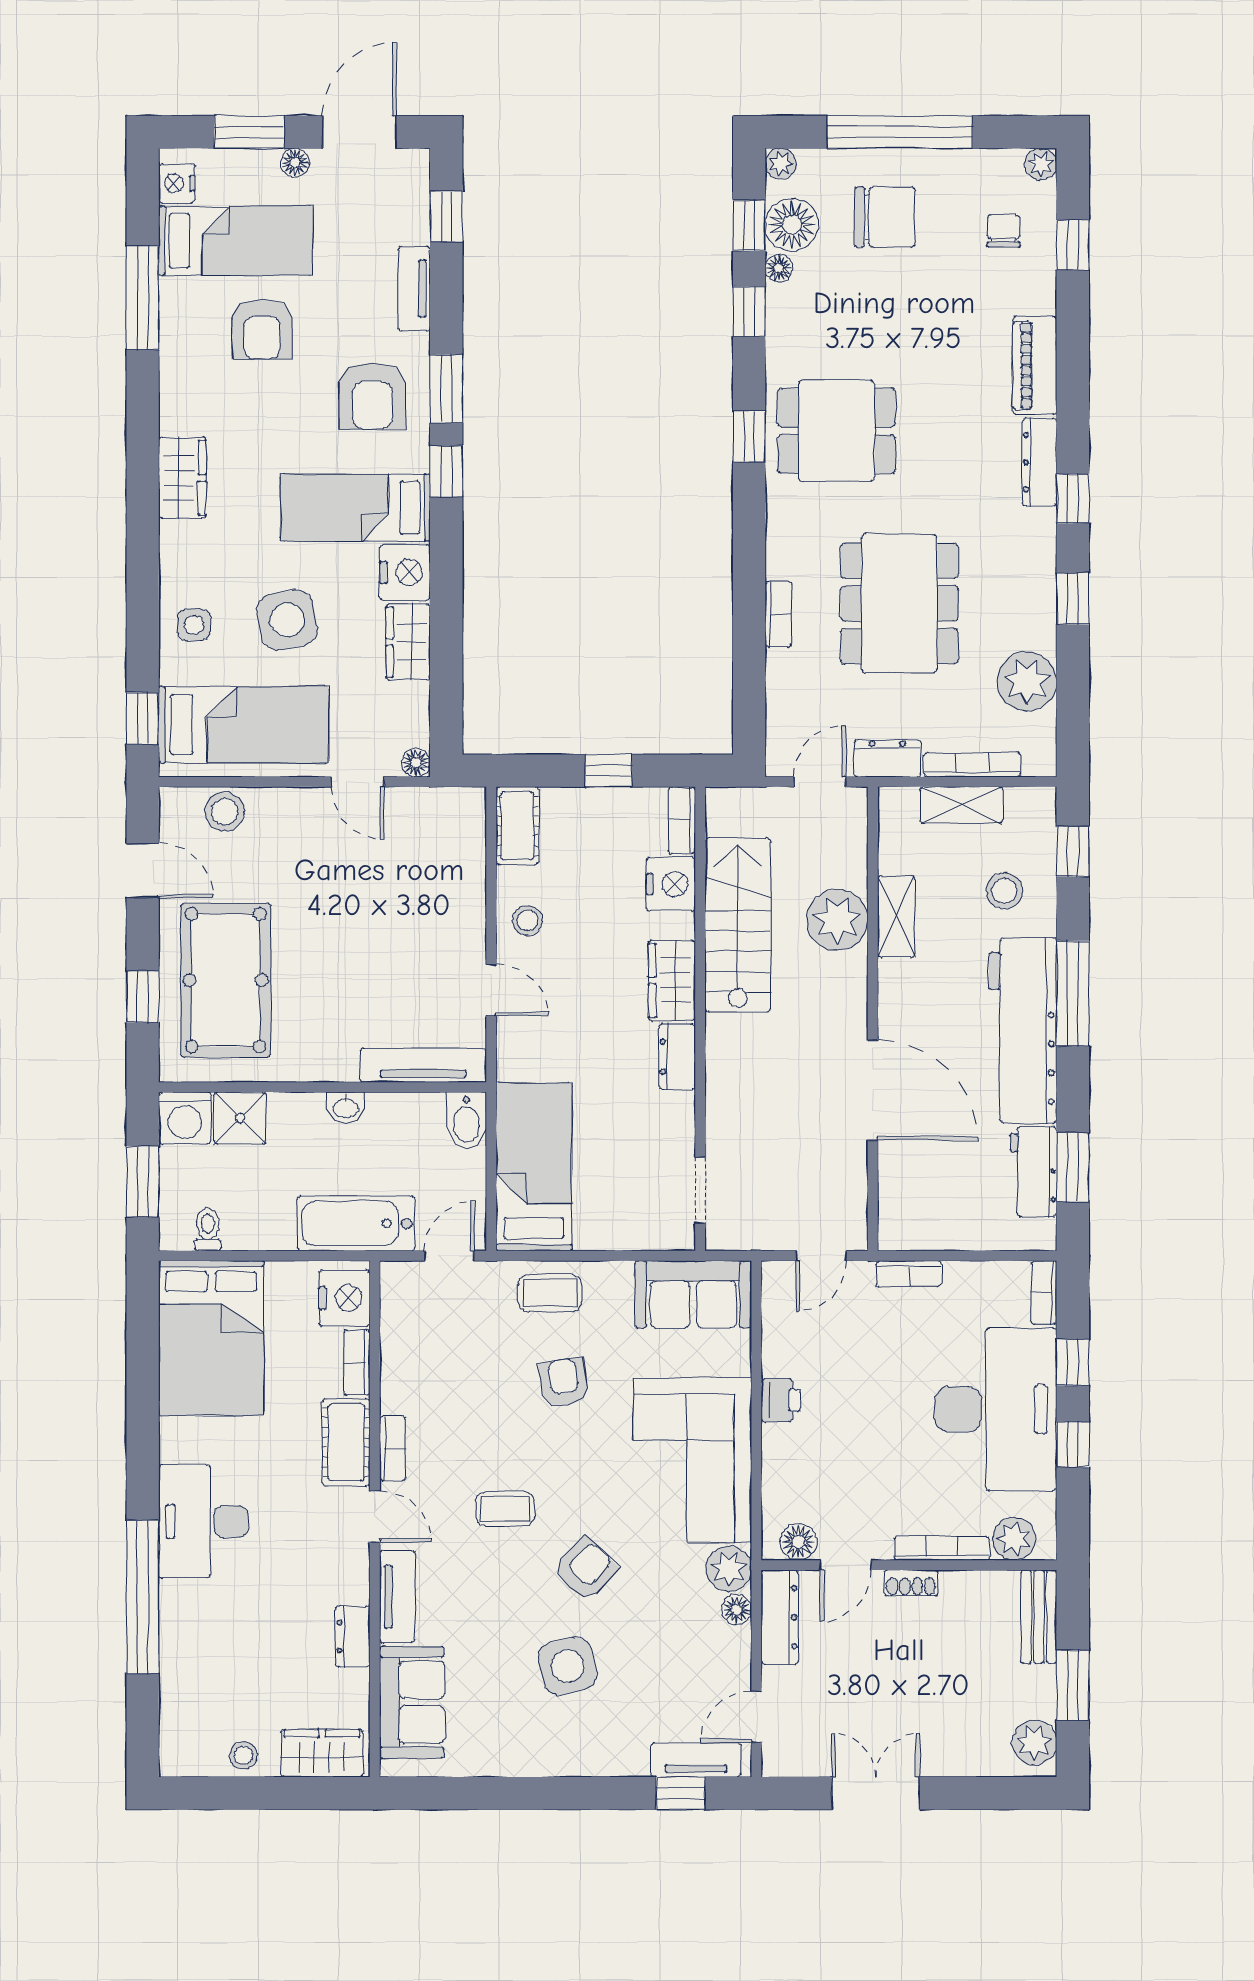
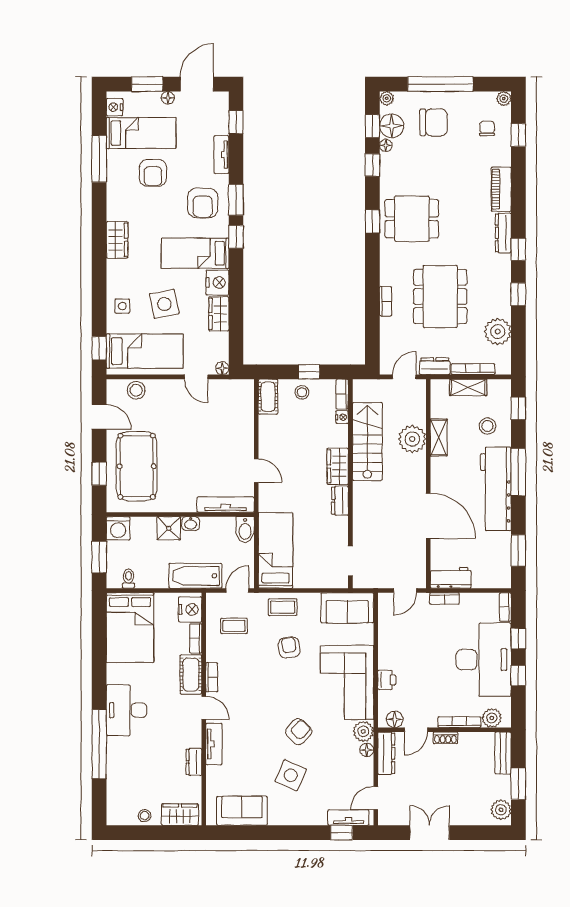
nightstand: (671, 884) -> (342, 417), width x0.53, depth x0.56
stool: (528, 920) -> (302, 392), moved
shower: (240, 1118) -> (169, 528), moved
workbench: (1033, 1172) -> (451, 578), moved, turned 90
printer: (781, 1400) -> (387, 680), moved
coffee table: (505, 1509) -> (234, 626), moved
side table: (568, 1666) -> (291, 775), turned 37
sofa: (412, 1702) -> (242, 811), moved, turned -90

